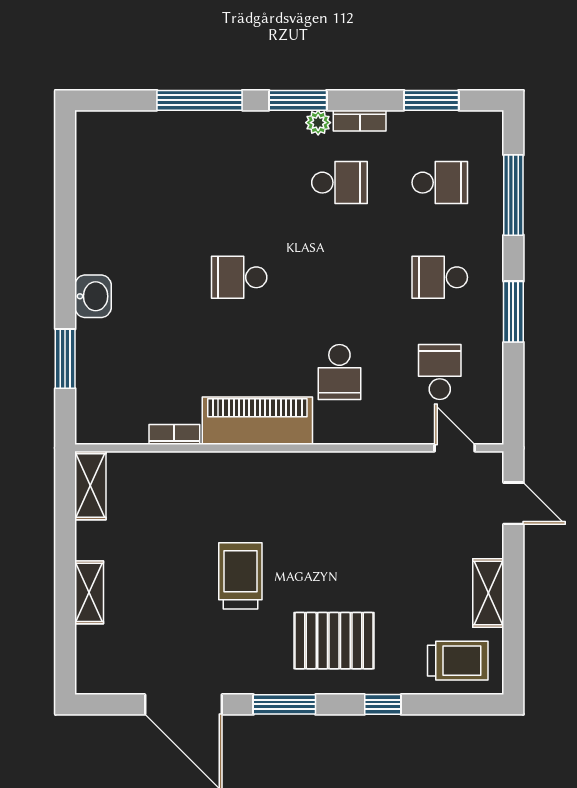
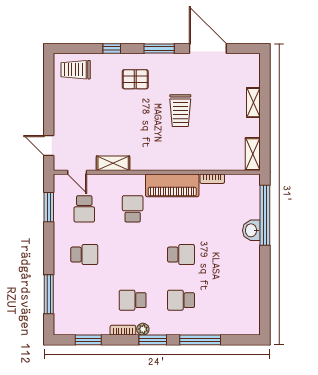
school desk: (440, 183) -> (181, 300), moved
washbasin: (93, 296) -> (251, 230), moved
window: (513, 312) -> (49, 207), moved
window: (65, 359) -> (265, 215), width x2.11
shelving: (488, 593) -> (113, 163), moved, turned 90
pallet: (334, 641) -> (135, 79), width x0.67, depth x0.71

